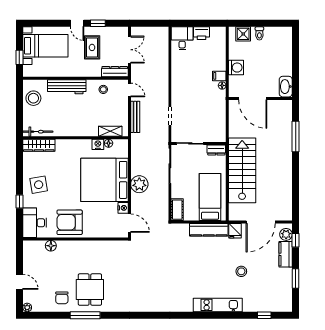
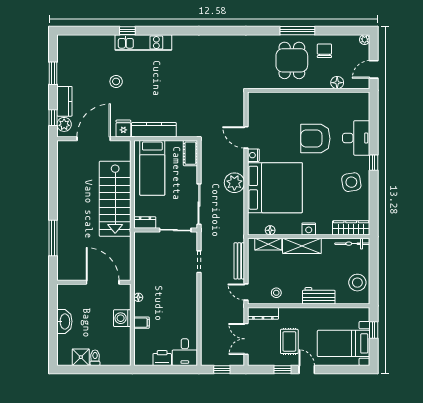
window: (150, 23) -> (222, 369), added
shower: (243, 34) -> (81, 357), moved
filing cabinet: (219, 76) -> (142, 323), moved
workbench: (67, 87) -> (319, 296), width x0.73
washbasin: (286, 87) -> (64, 321), moved
shelving: (81, 130) -> (302, 246), added
nightstand: (98, 144) -> (309, 229), moved
armchair: (70, 222) -> (315, 139), turned 180
wall: (75, 239) -> (309, 90), moved
floor lamp: (51, 246) -> (337, 83), moved
door: (19, 282) -> (374, 69), hinge flipped
window: (264, 315) -> (127, 31), moved

